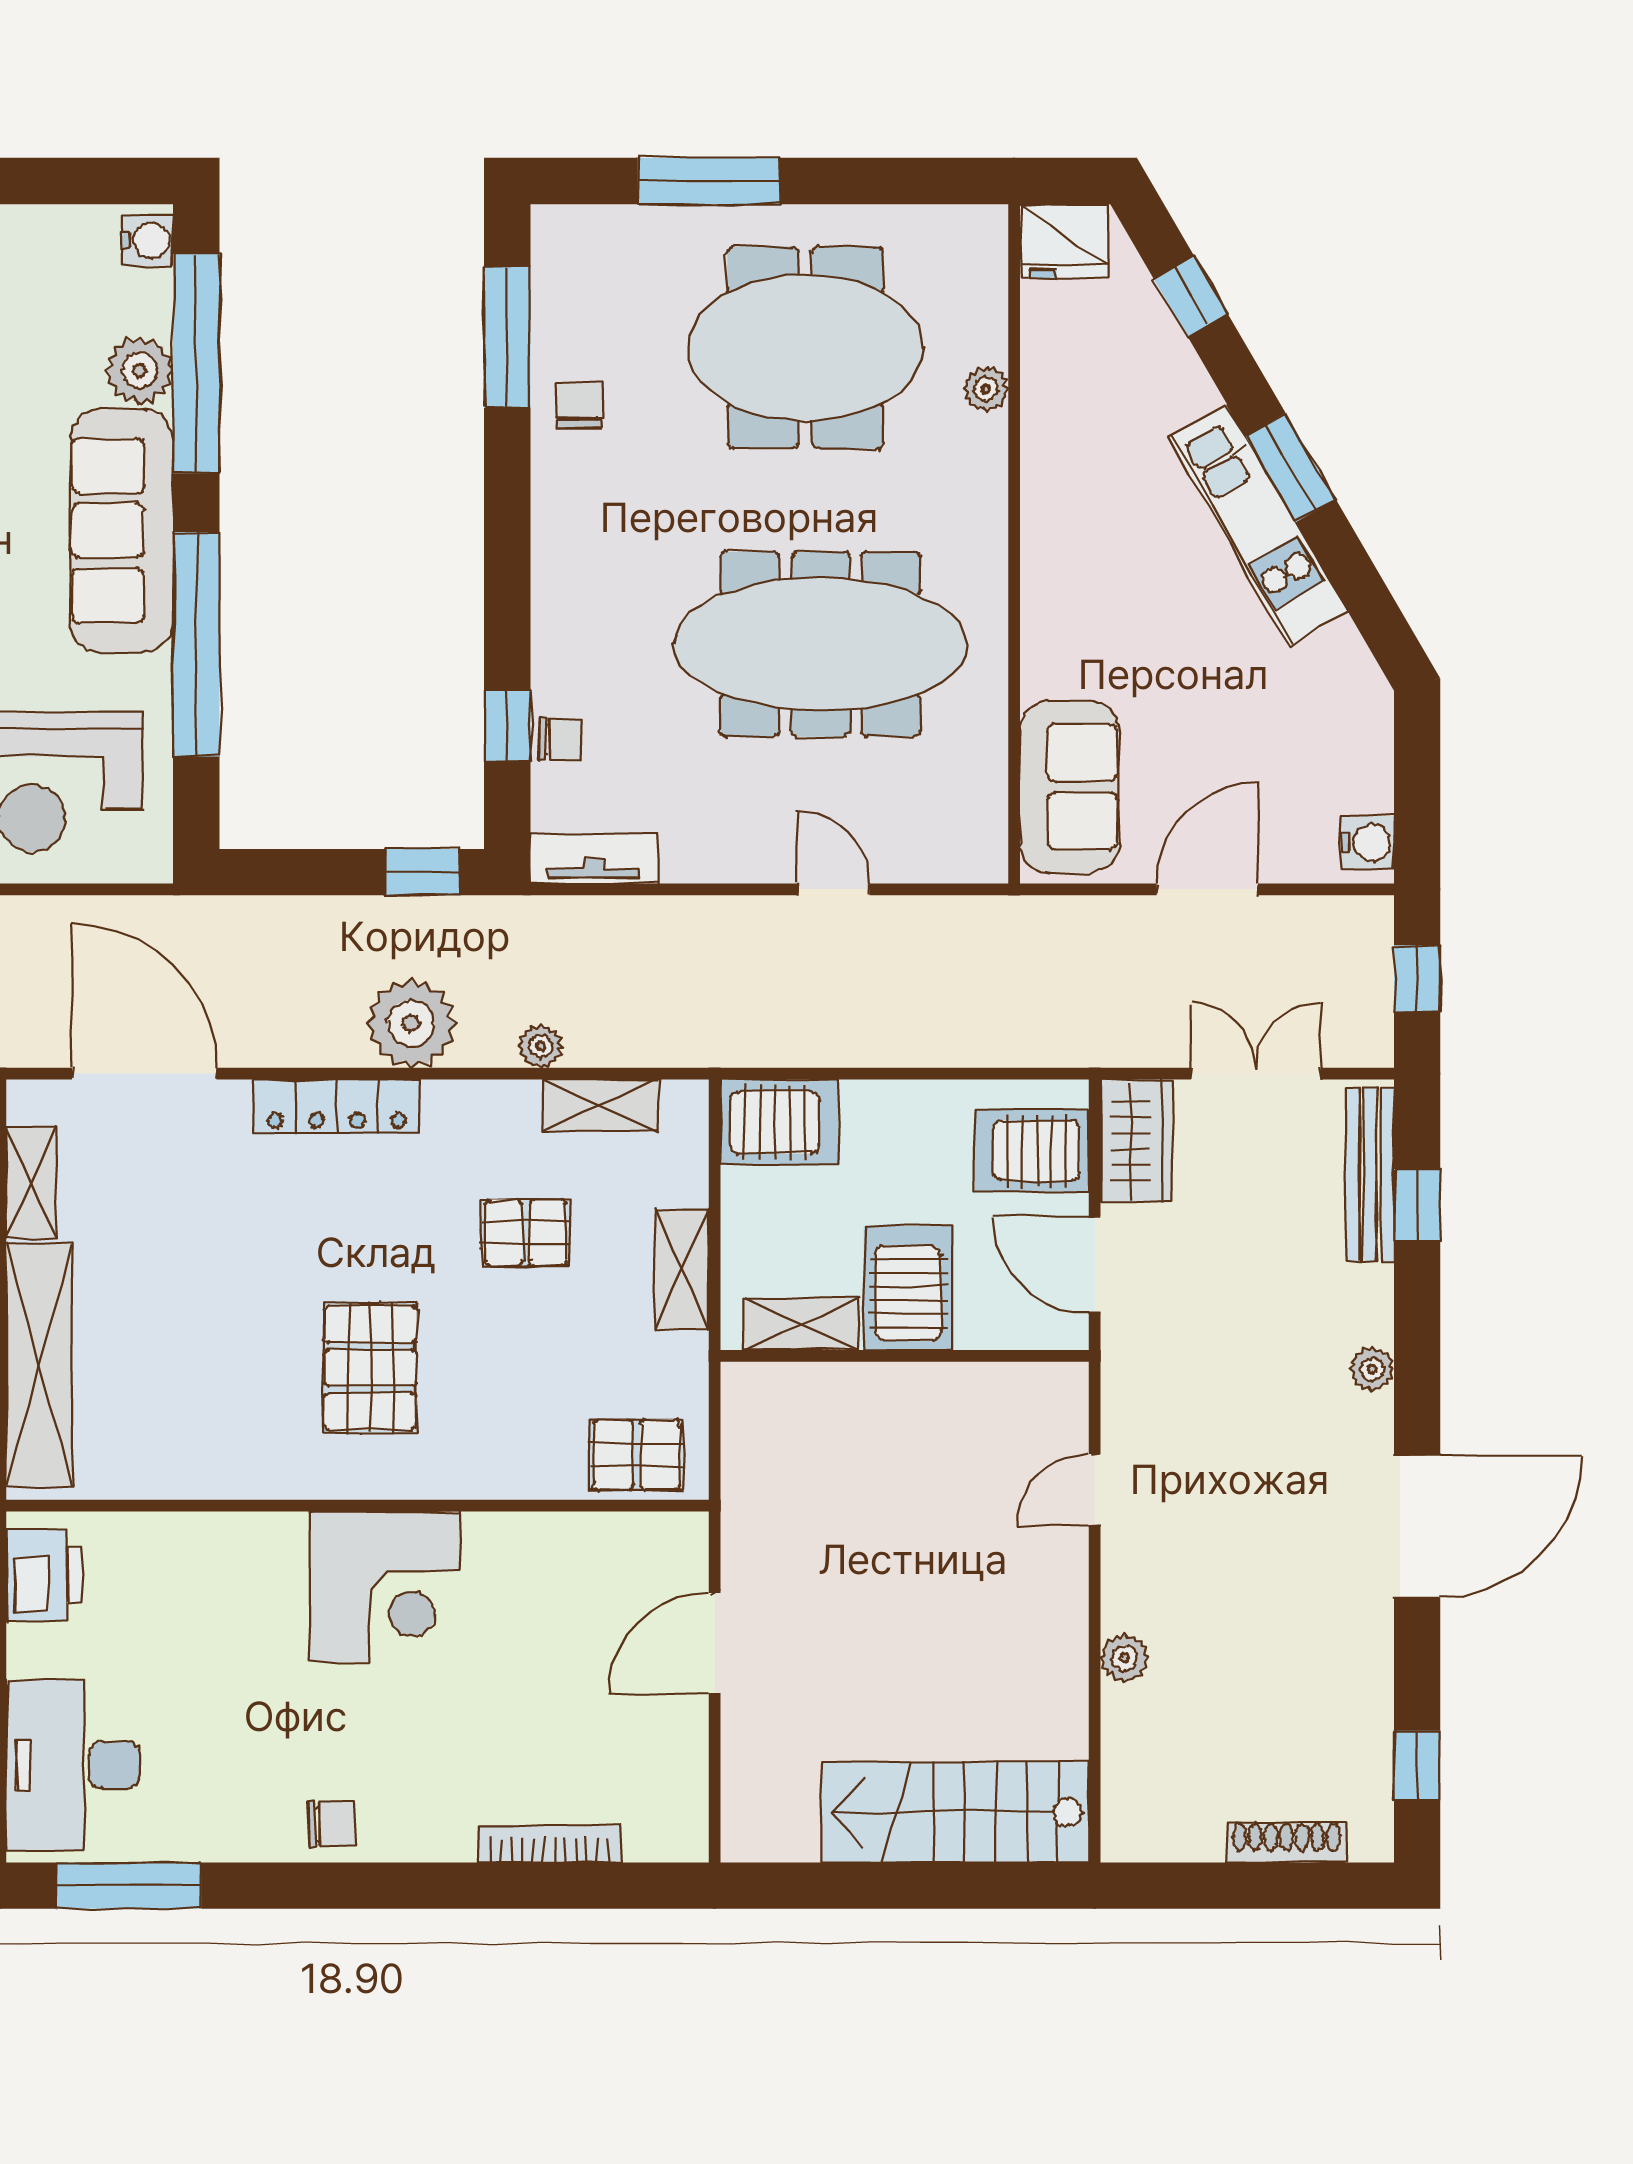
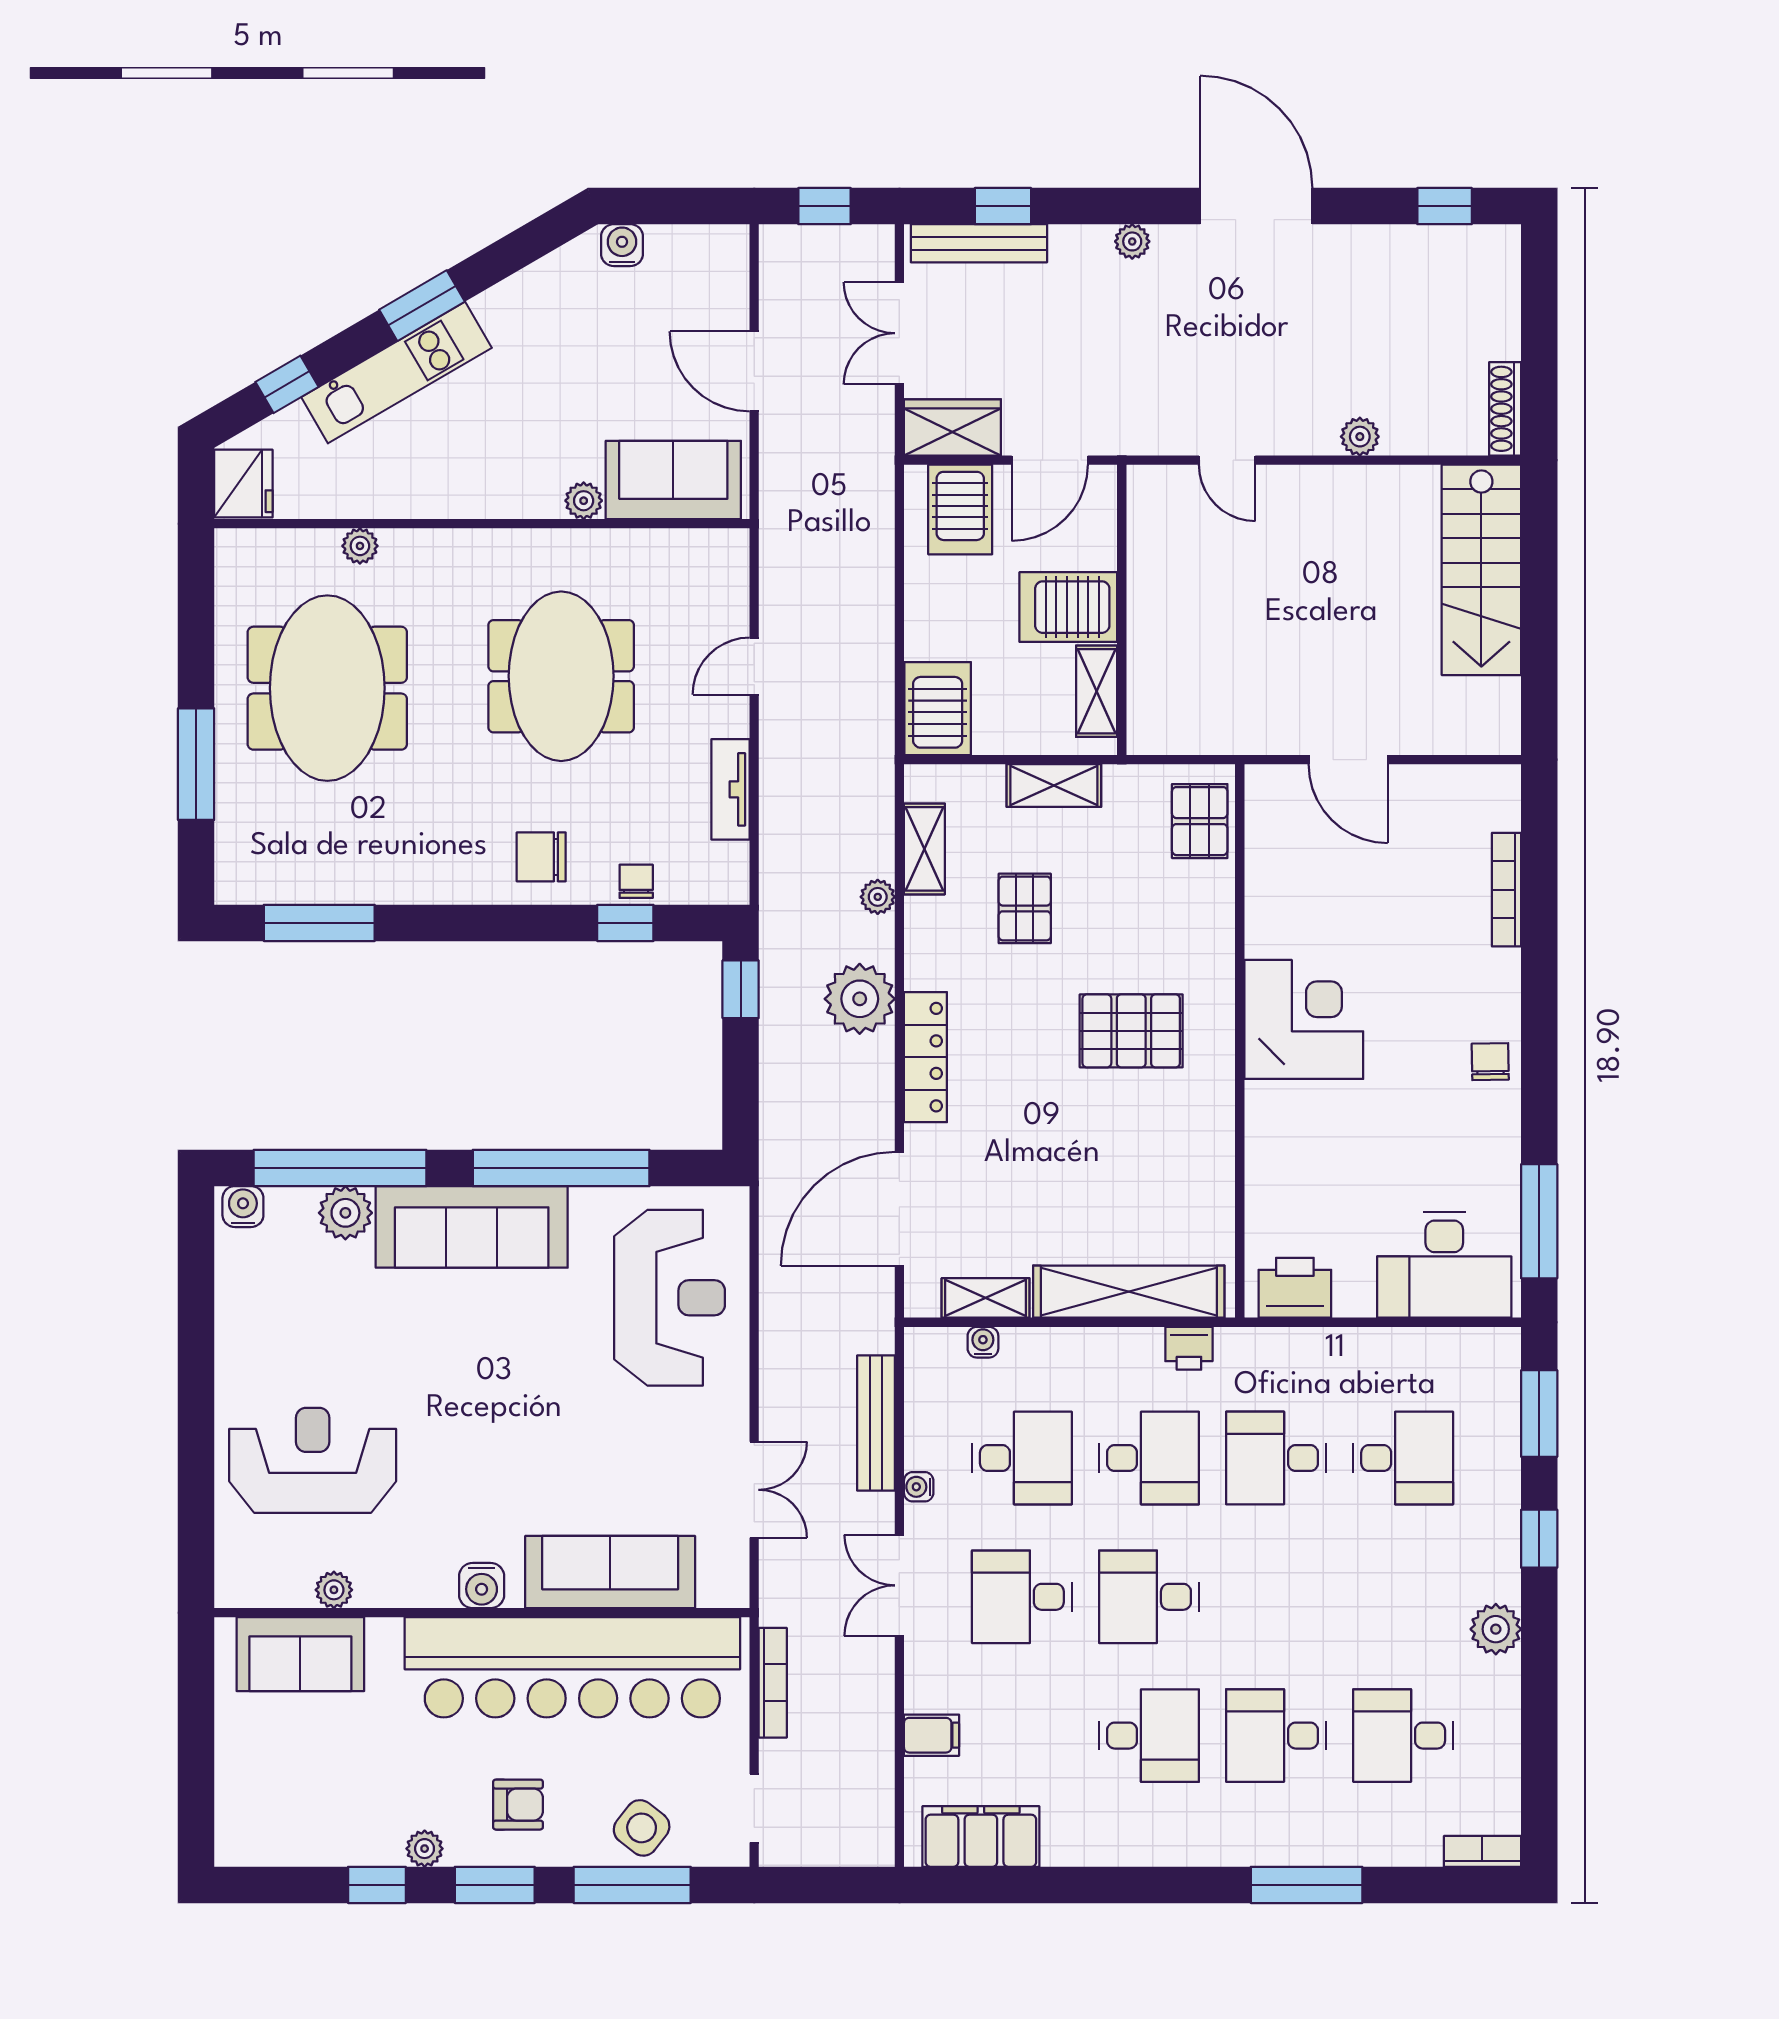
chair: (579, 405) -> (541, 857), moved, width x1.37, depth x1.37
kitchen unit: (1258, 525) -> (397, 372), moved
meeting table: (820, 644) -> (561, 676), width x0.73
plant: (1043, 673) -> (584, 501), added
water cooler: (1368, 843) -> (622, 245), moved
tv unit: (594, 859) -> (730, 789), moved
shoe rack: (1286, 1842) -> (1505, 409), moved

